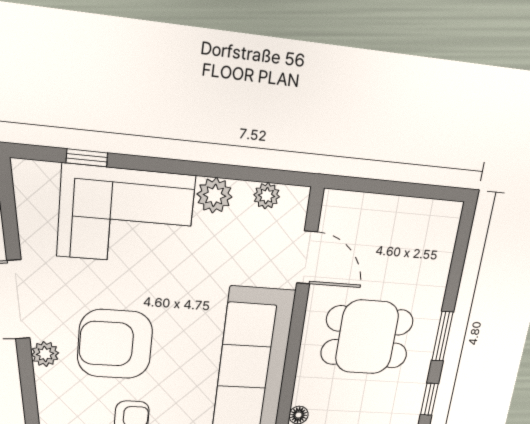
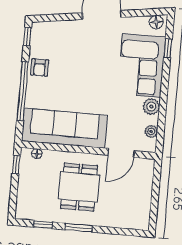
floor lamp: (28, 184) -> (156, 22), added
armchair: (115, 344) -> (78, 60), removed
plant: (45, 354) -> (74, 26), removed

